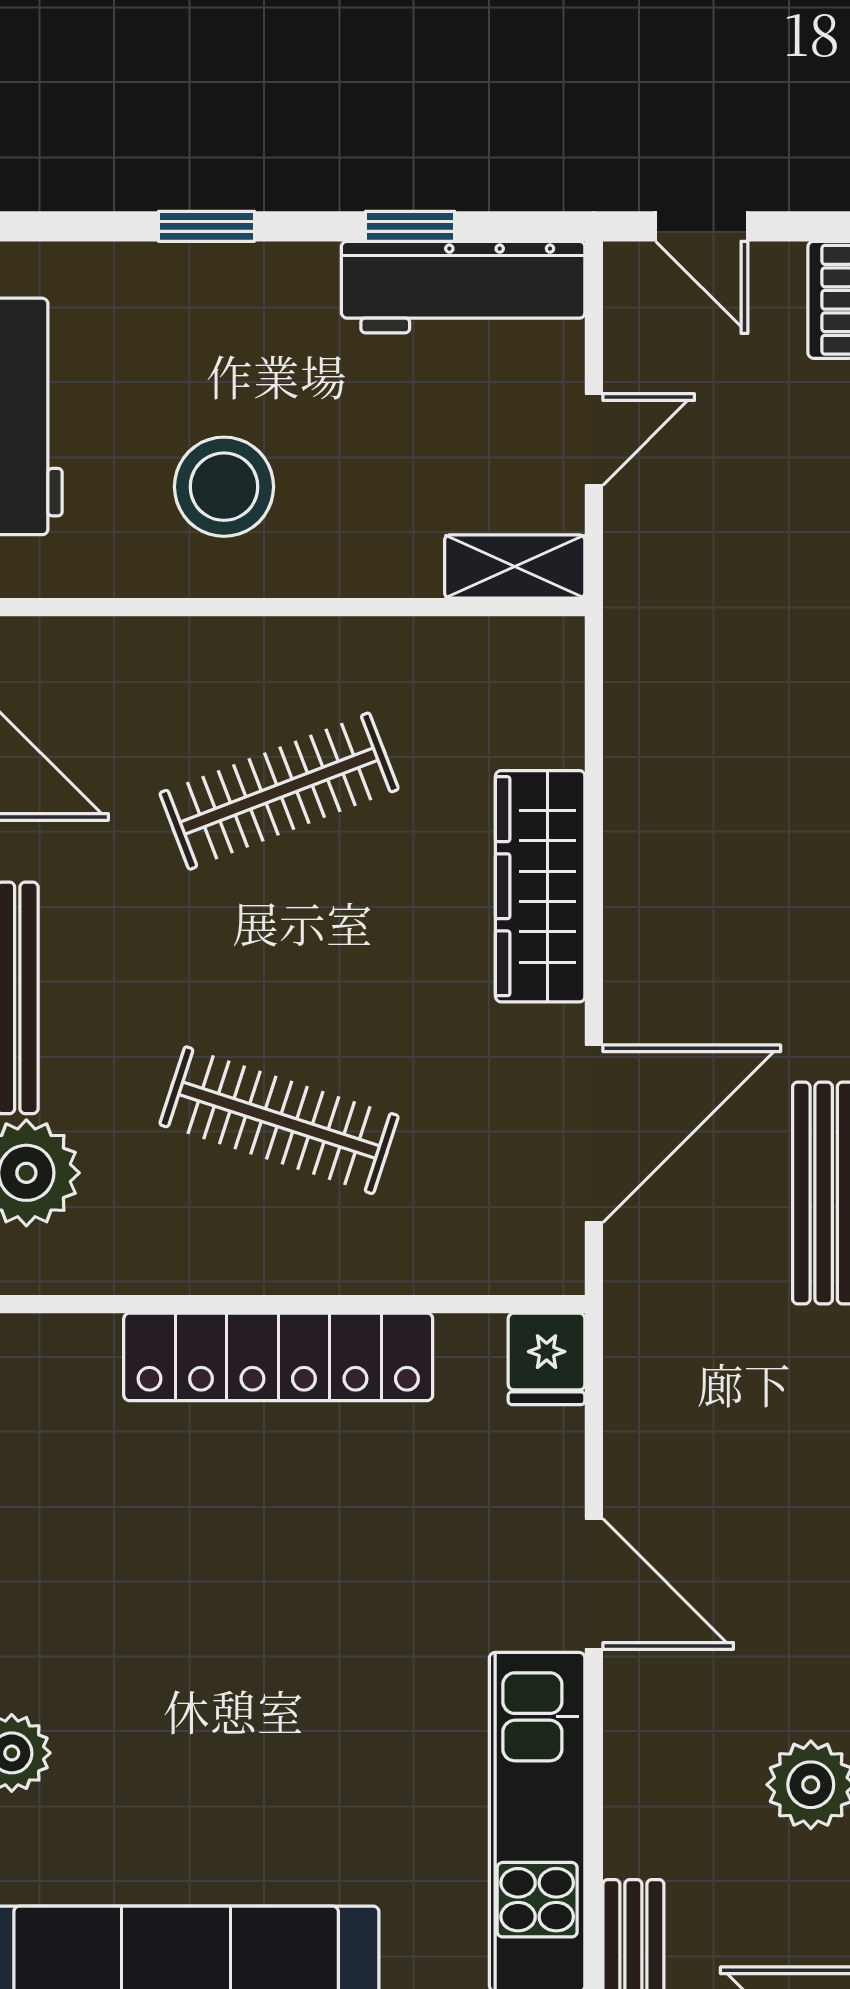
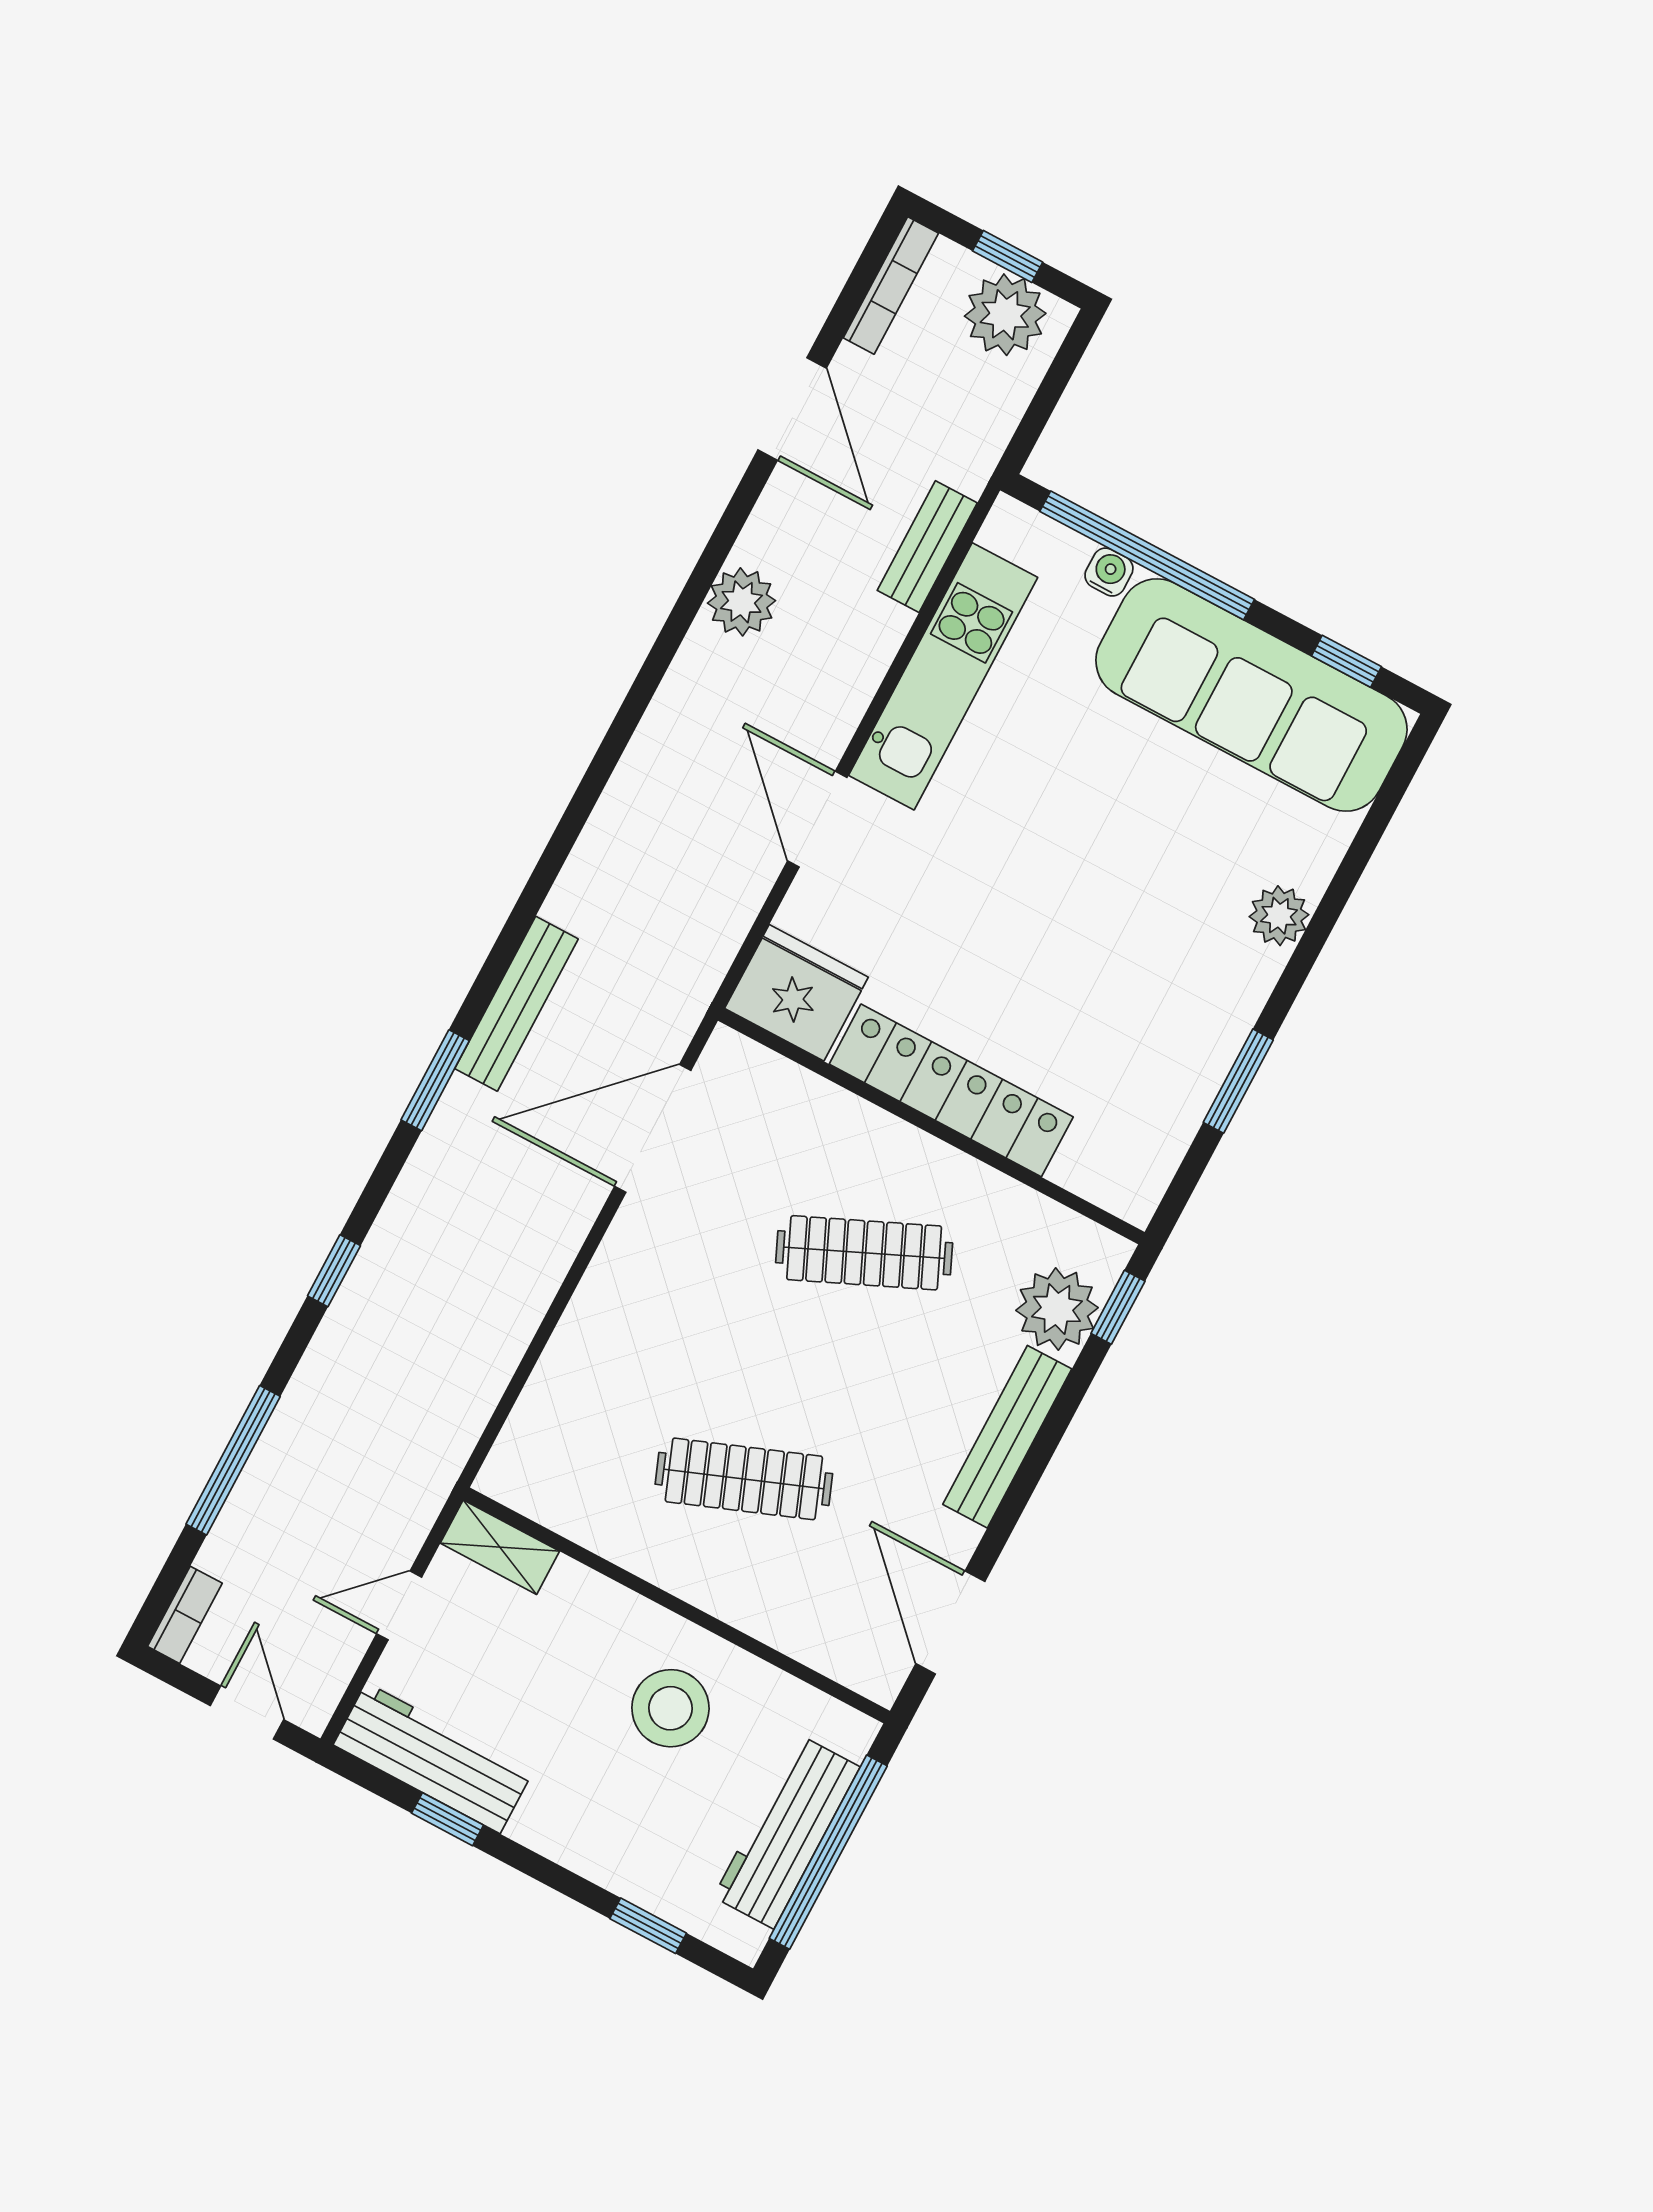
window: (206, 226) -> (648, 1926), moved
wardrobe: (540, 886) -> (599, 1318), removed
clothes rail: (279, 1120) -> (864, 1253), turned -42
fridge: (547, 1359) -> (796, 993), width x1.88, depth x1.34

